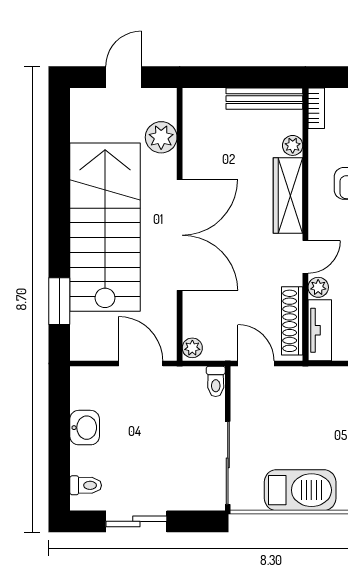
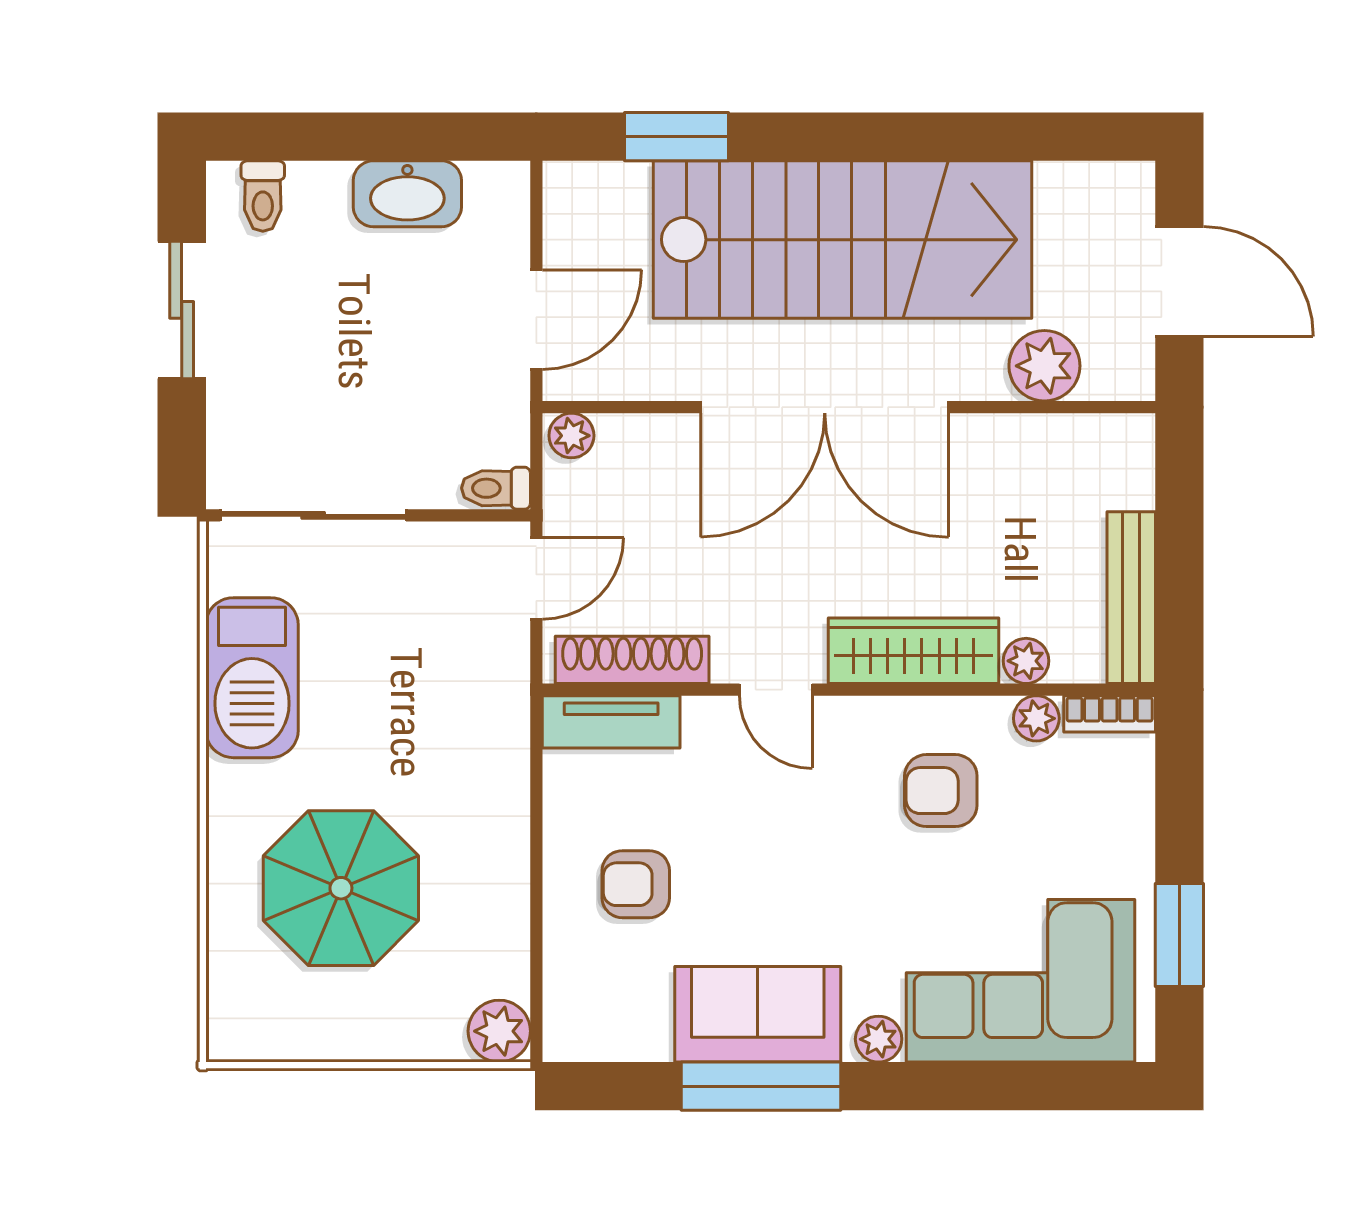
door: (124, 77) -> (1179, 281), width x1.37
plant: (318, 287) -> (1036, 718), moved
washbasin: (85, 428) -> (407, 194), width x1.38

